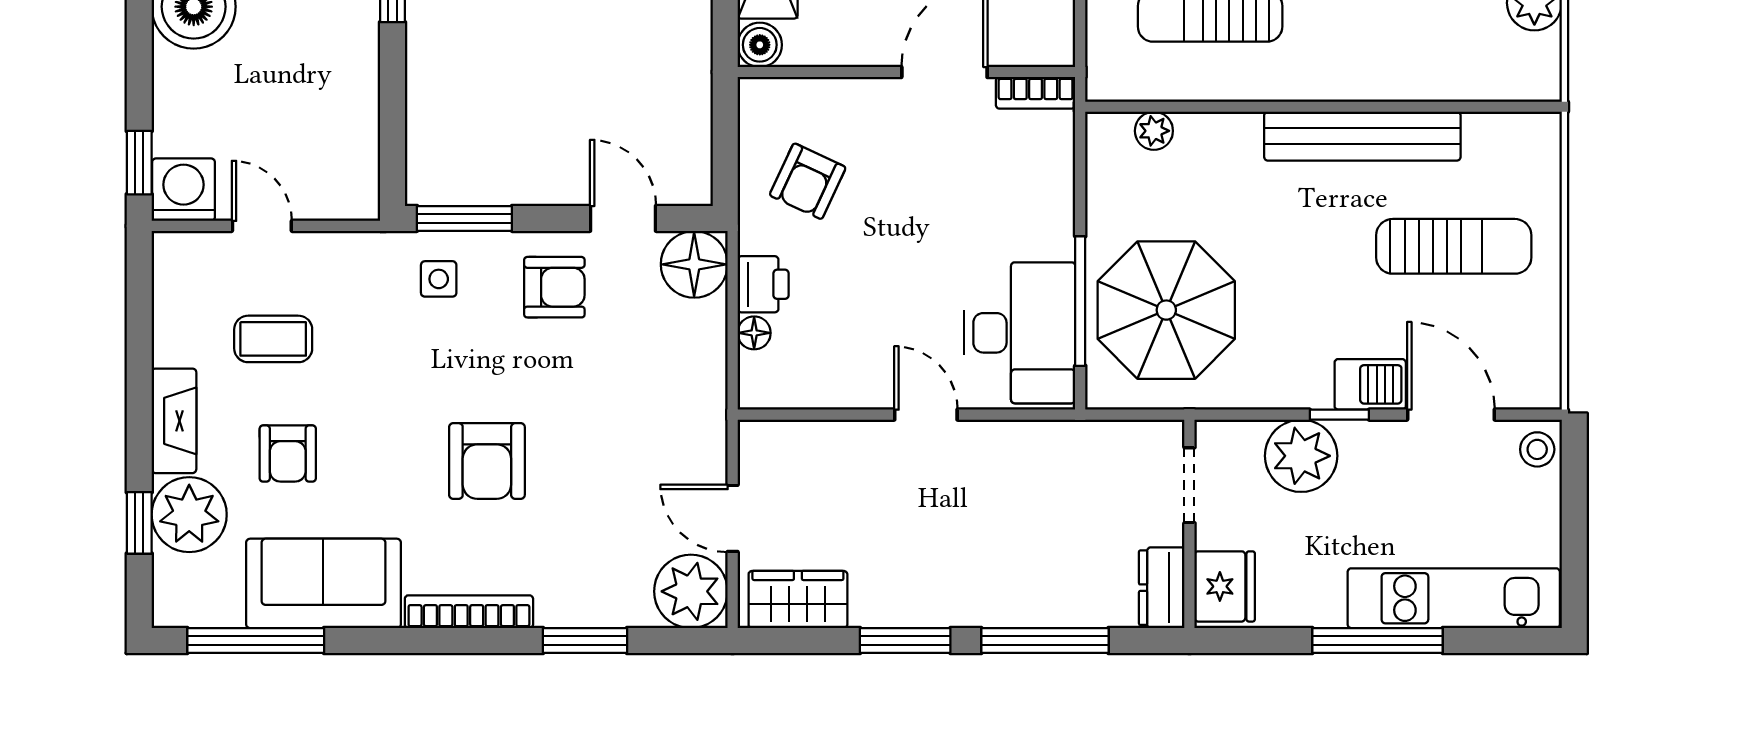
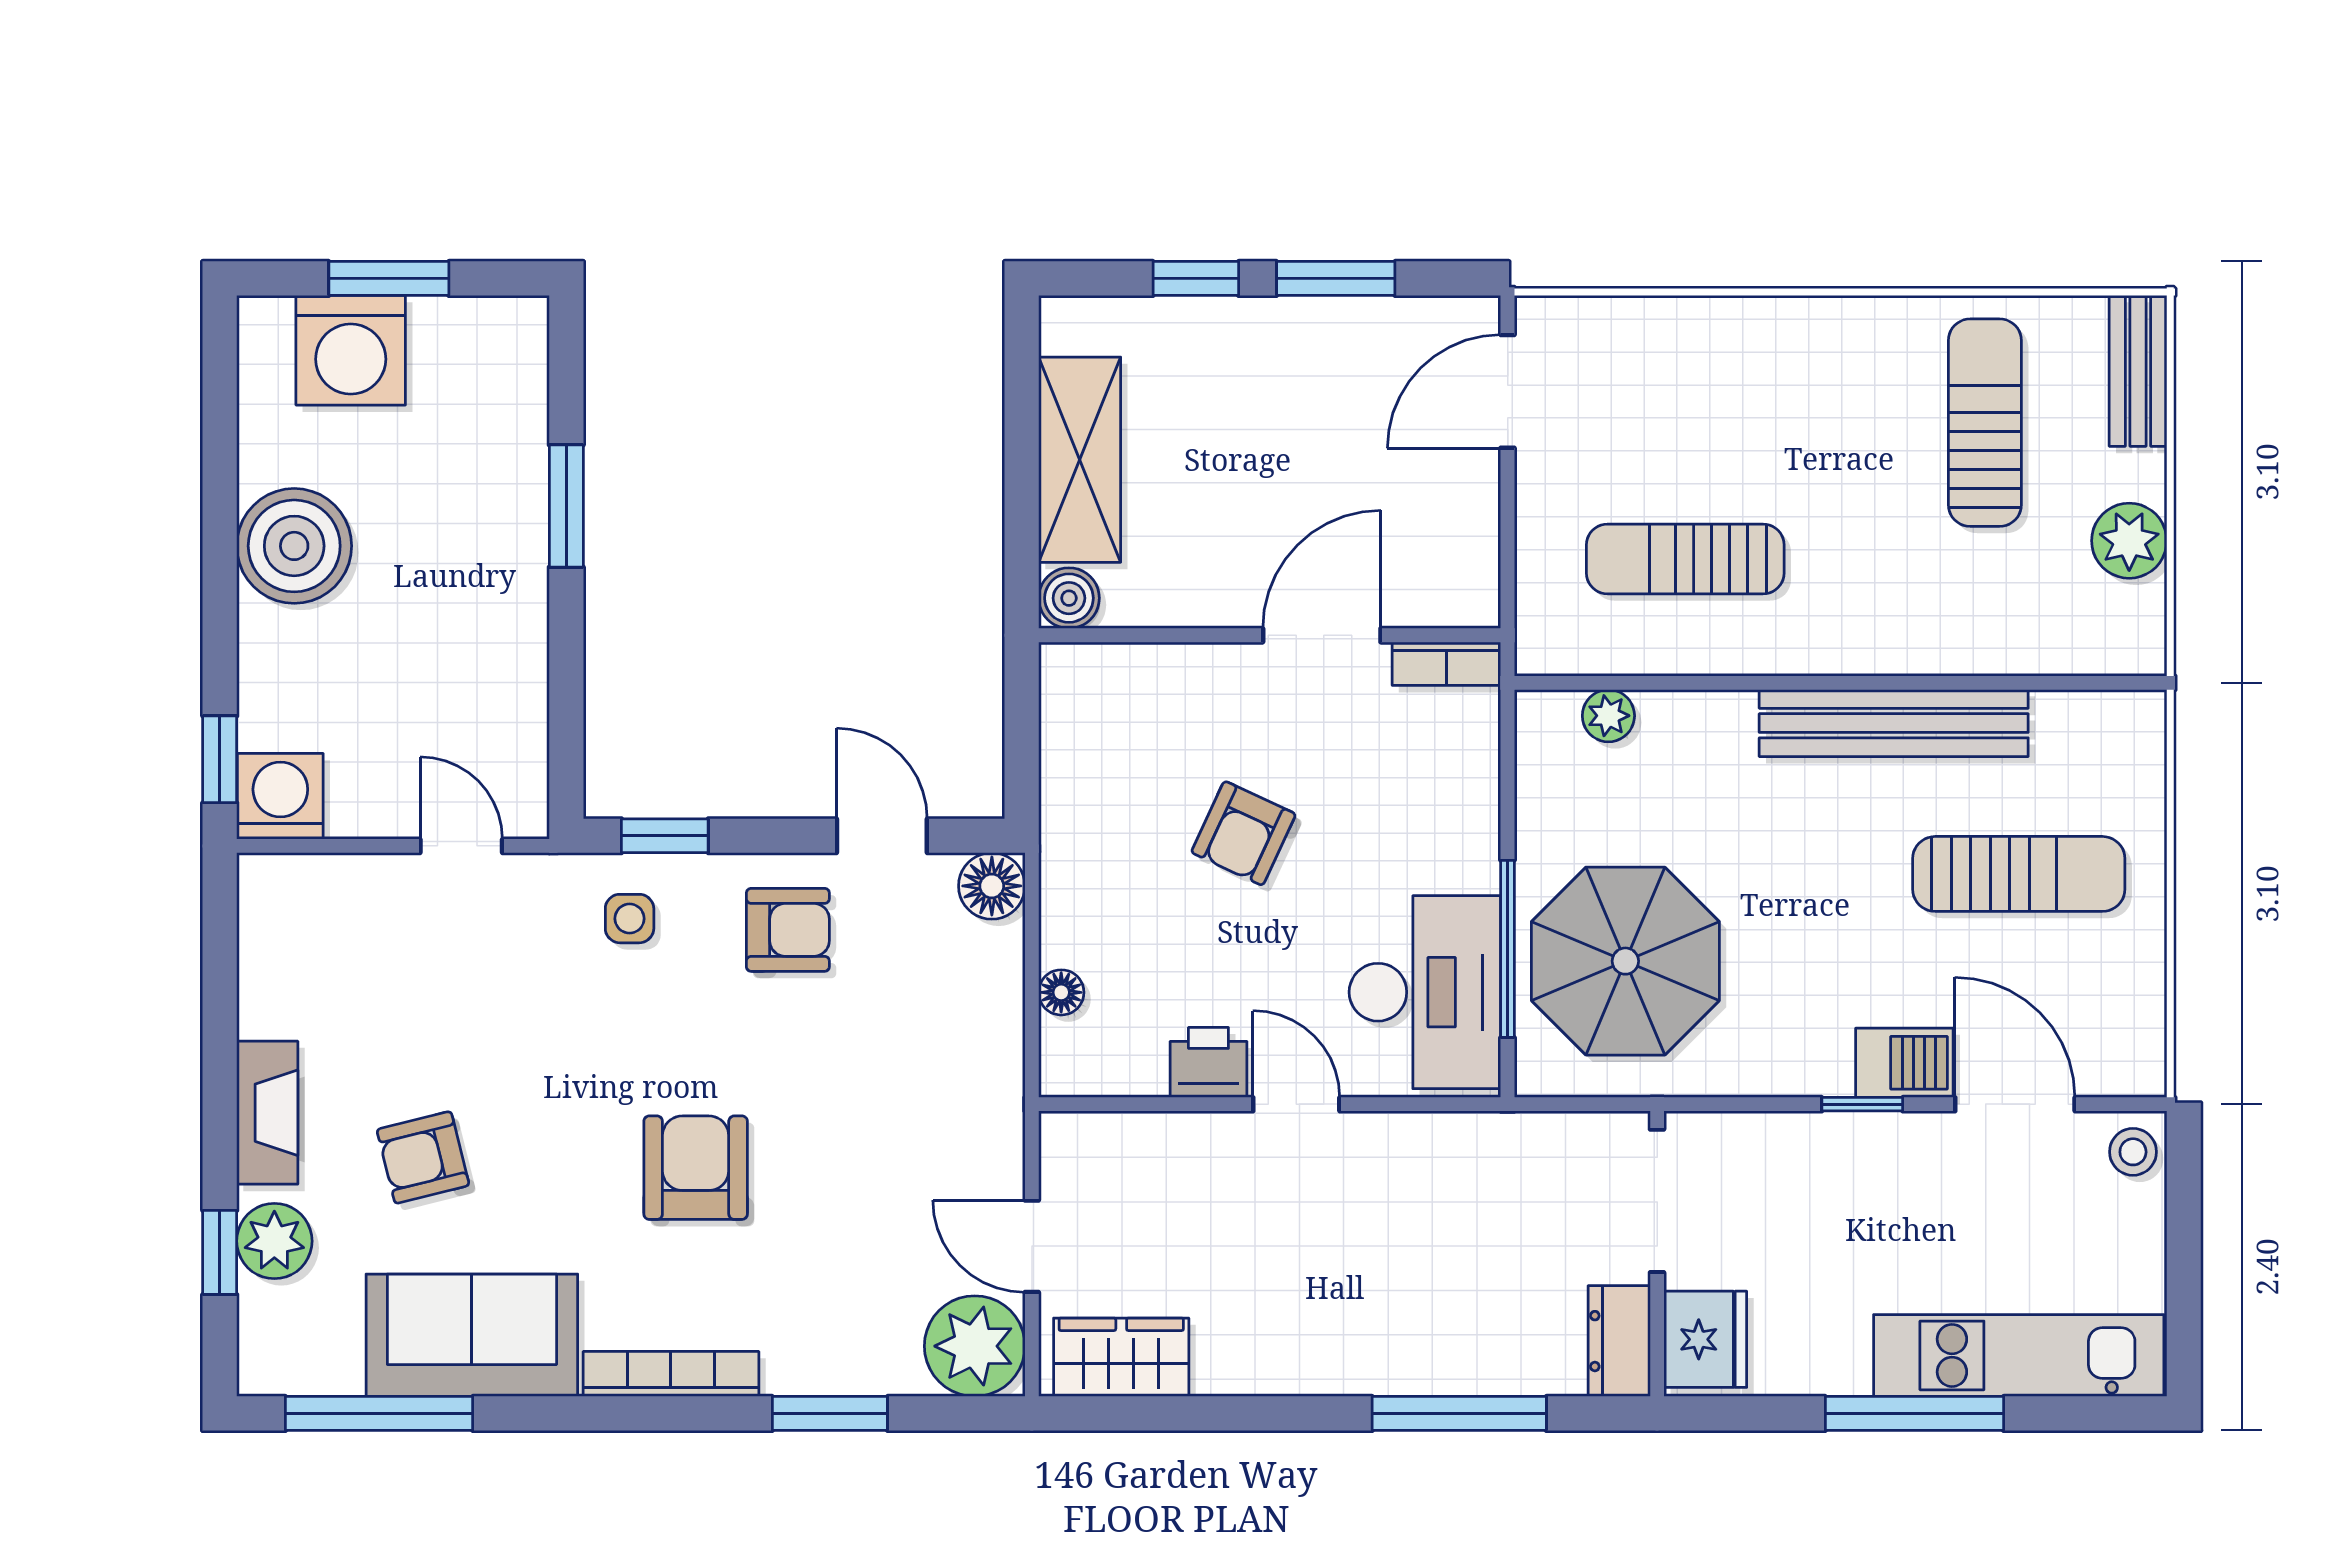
armchair: (808, 181) -> (1243, 833), moved
window: (464, 218) -> (665, 836), width x0.67
door: (262, 226) -> (461, 846), moved
floor lamp: (694, 264) -> (992, 886), width x0.73, depth x0.73
printer: (763, 284) -> (1208, 1062), moved, turned -90
coffee table: (273, 339) -> (403, 1001), removed
armchair: (288, 454) -> (423, 1157), turned 76
plant: (1301, 456) -> (1810, 1161), removed
armchair: (487, 461) -> (696, 1168), turned 180
doorway: (1189, 485) -> (1657, 1201), width x1.38
plant: (189, 515) -> (274, 1241), width x0.73, depth x0.73
window: (905, 641) -> (1268, 1413), removed

